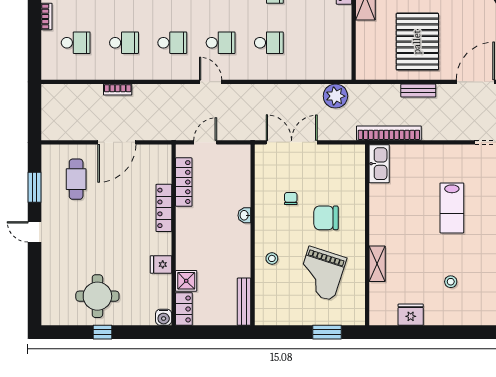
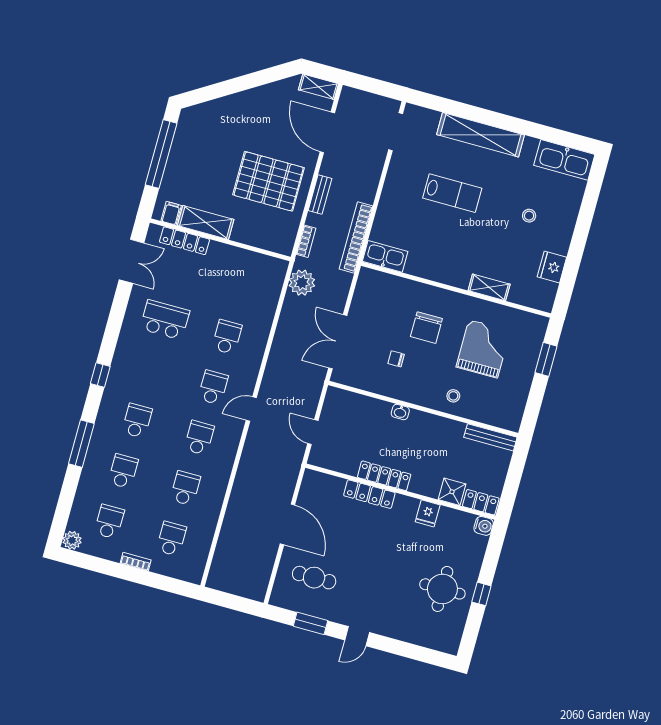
bookcase: (118, 90) -> (306, 241), moved
locker: (184, 182) -> (384, 476), moved
grand piano: (321, 274) -> (483, 349), turned -108

